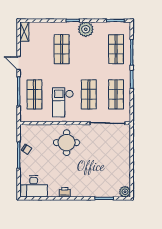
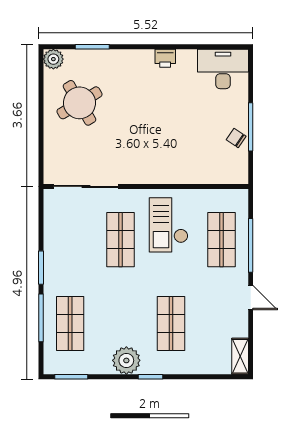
shop shelf: (116, 94) -> (70, 240), removed
checkout: (63, 102) -> (169, 225), turned 180
round table: (67, 143) -> (80, 103), moved, turned -31

